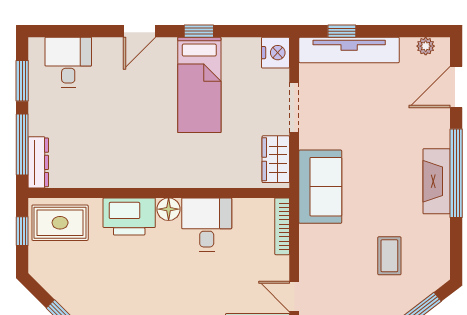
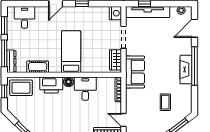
bed: (199, 85) -> (71, 52), moved, turned 180
cot: (98, 175) -> (38, 67), added

